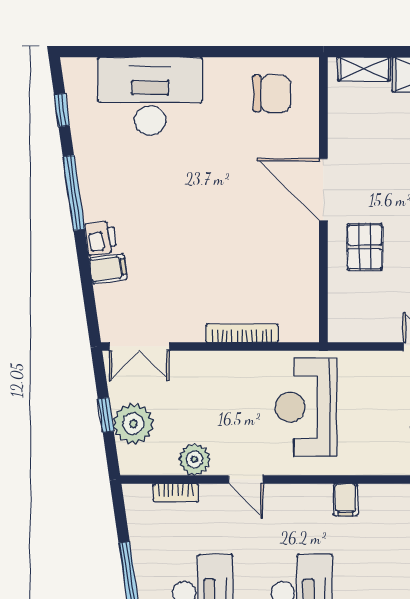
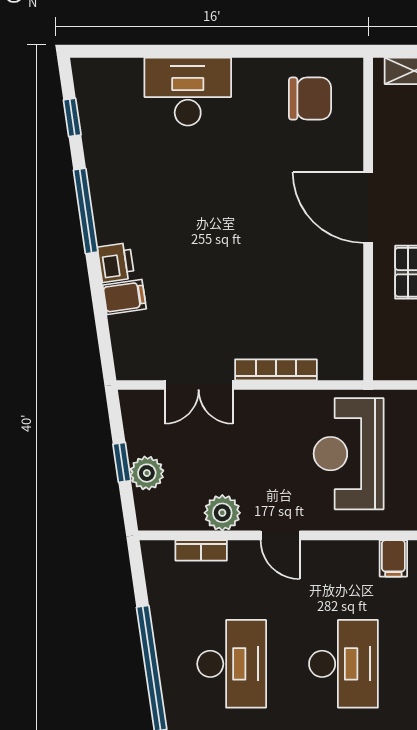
desk: (150, 96) -> (188, 92), width x0.73, depth x0.77
double door: (139, 347) -> (199, 385), moved
plant: (133, 424) -> (147, 473), width x0.73, depth x0.73

